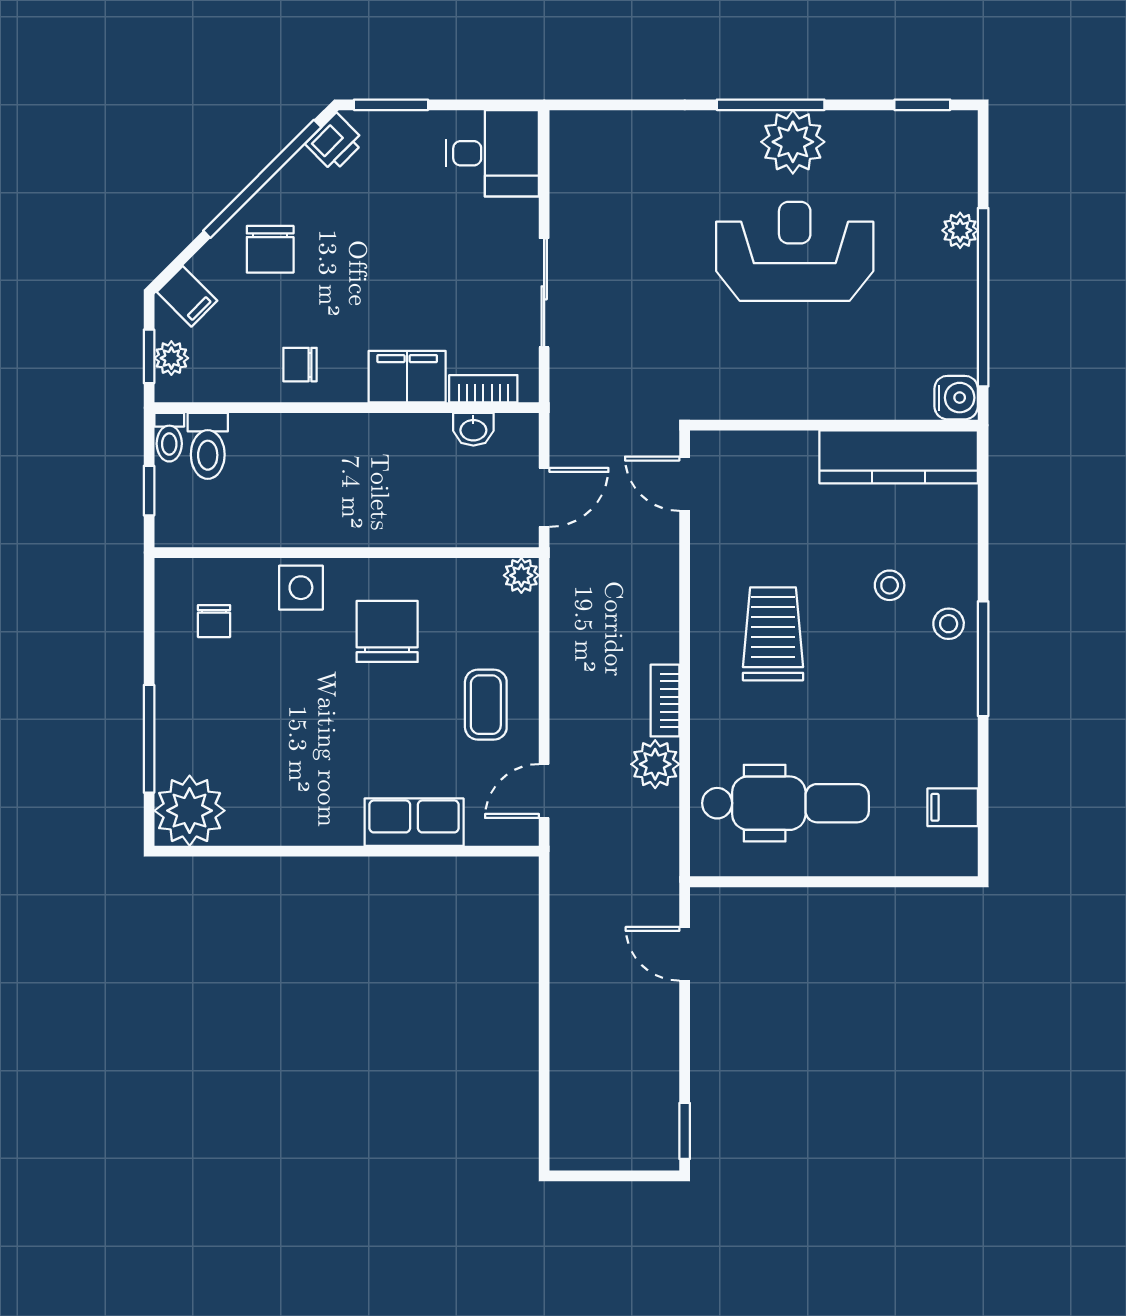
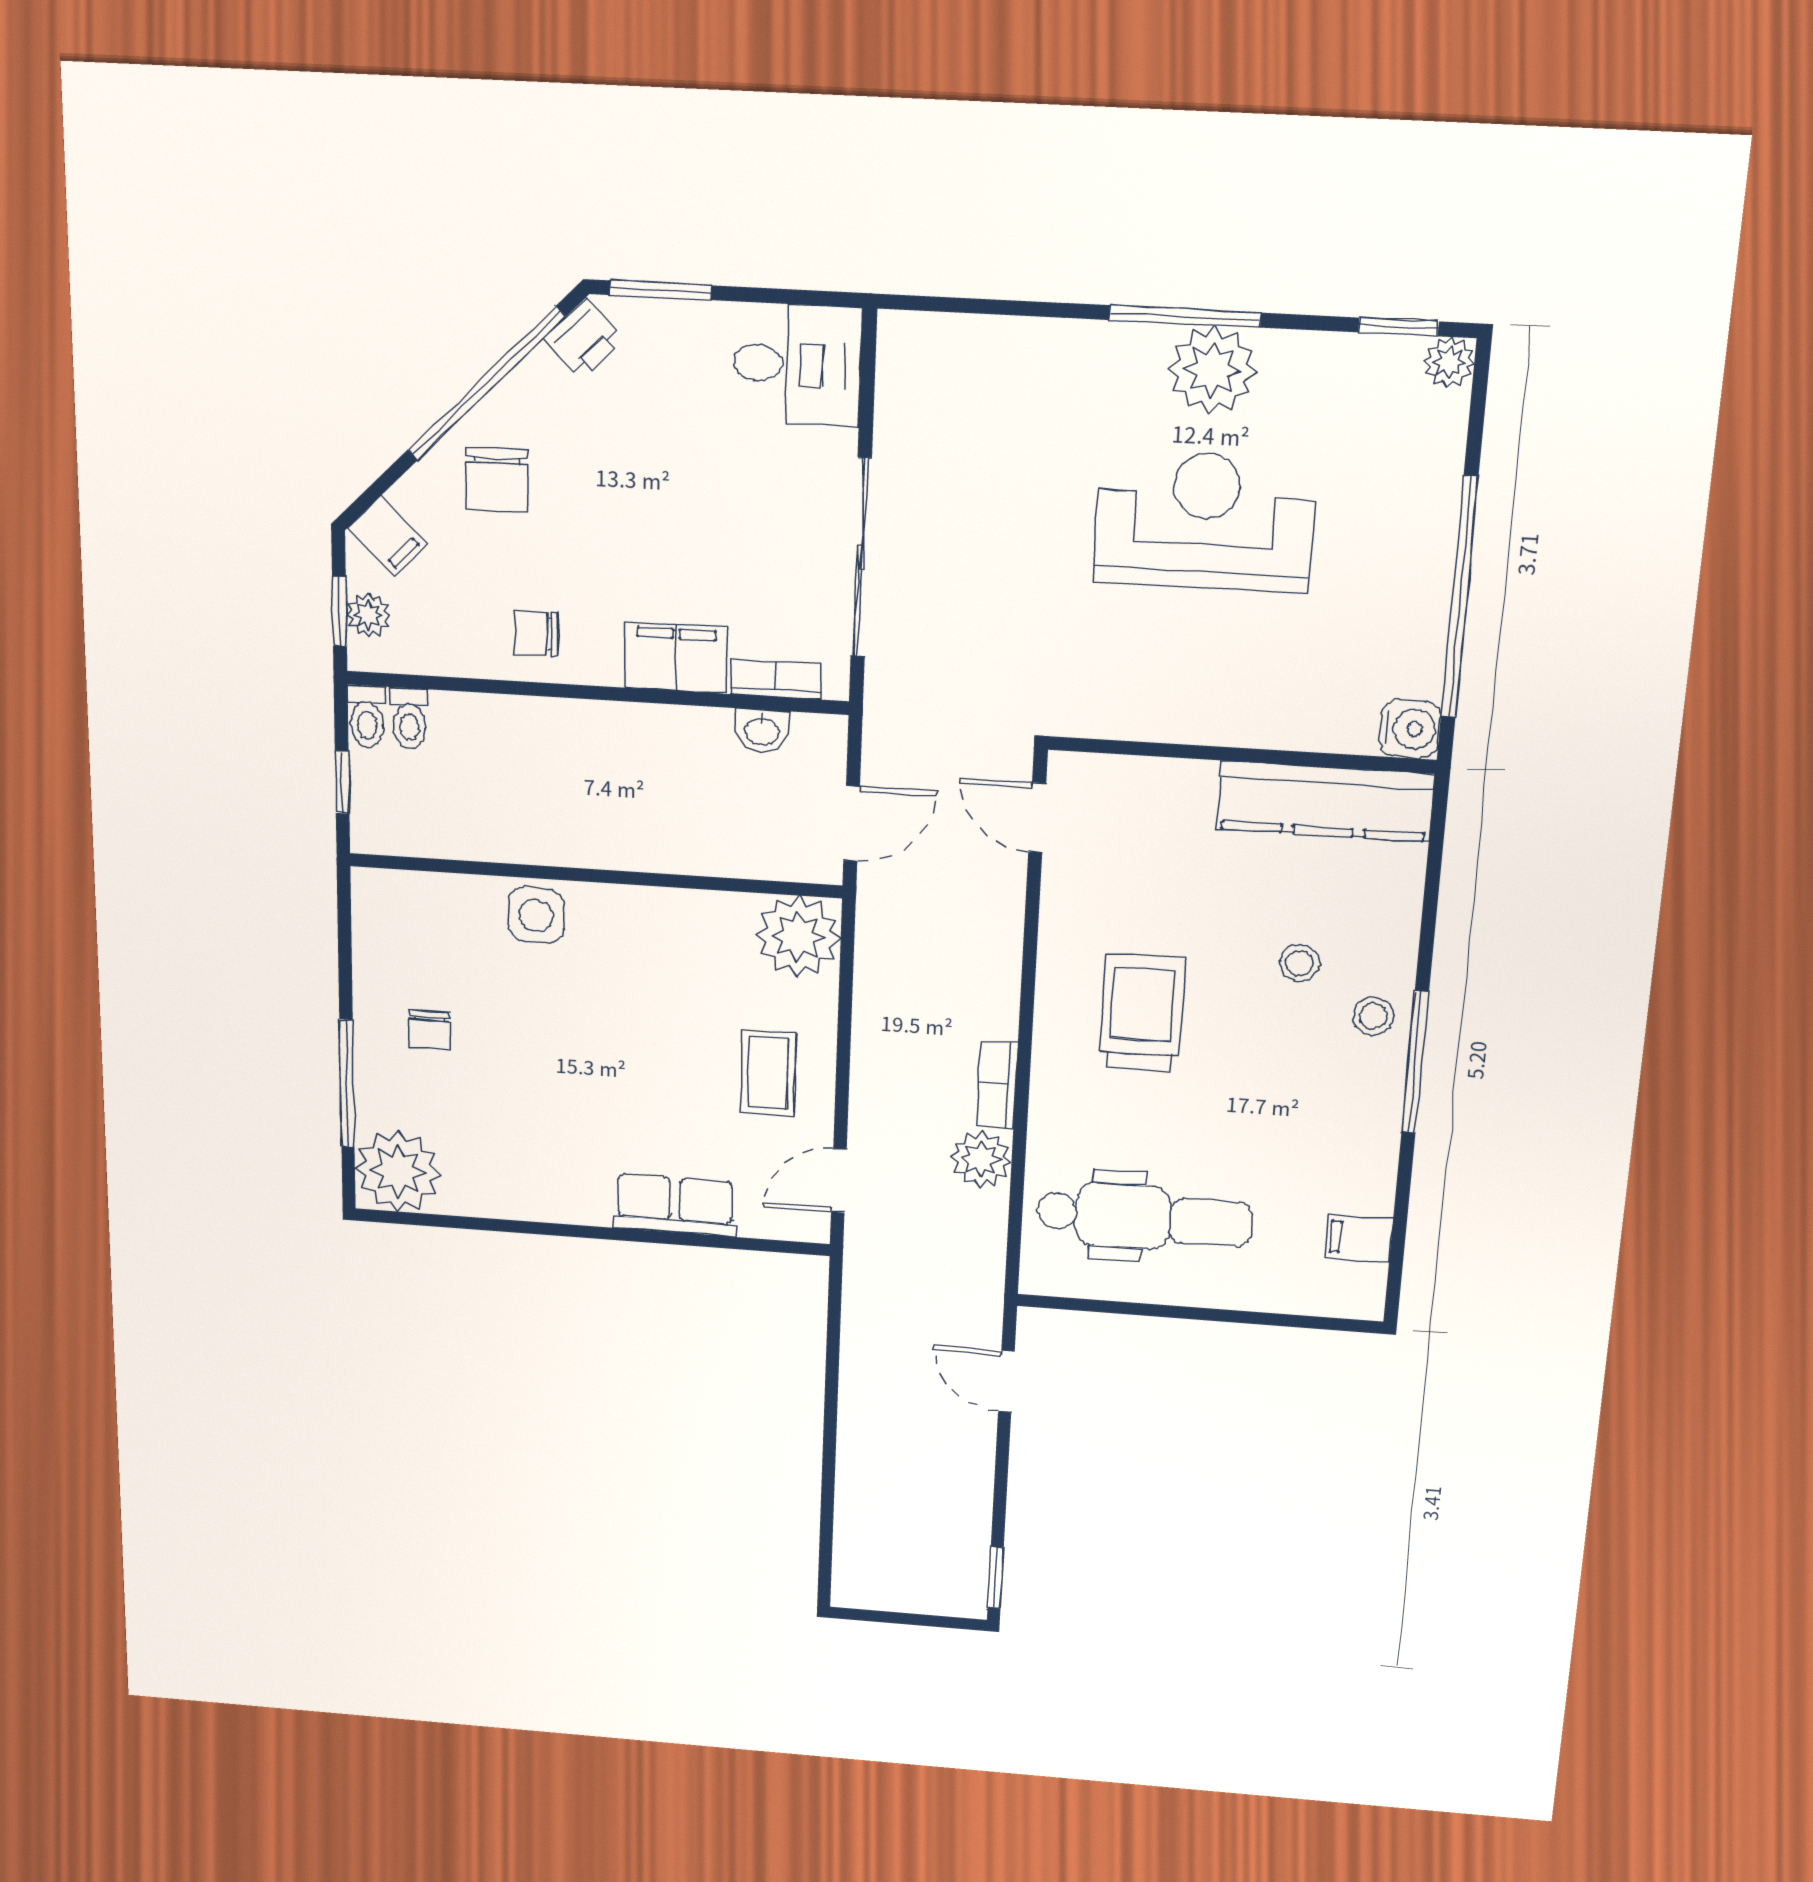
plant: (960, 230) -> (1449, 362), moved
sliding door: (544, 293) -> (861, 558), width x1.37
toilet: (208, 446) -> (409, 719), width x0.73, depth x0.72
plant: (521, 575) -> (798, 937), width x1.87, depth x1.87
chair: (214, 621) -> (430, 1030), moved
chair: (387, 631) -> (645, 976), removed

